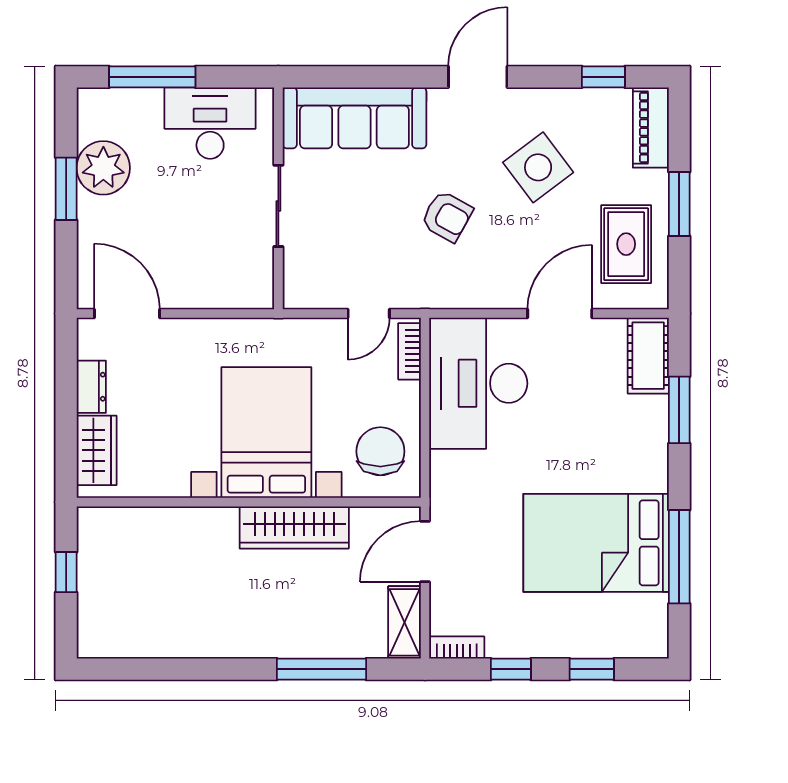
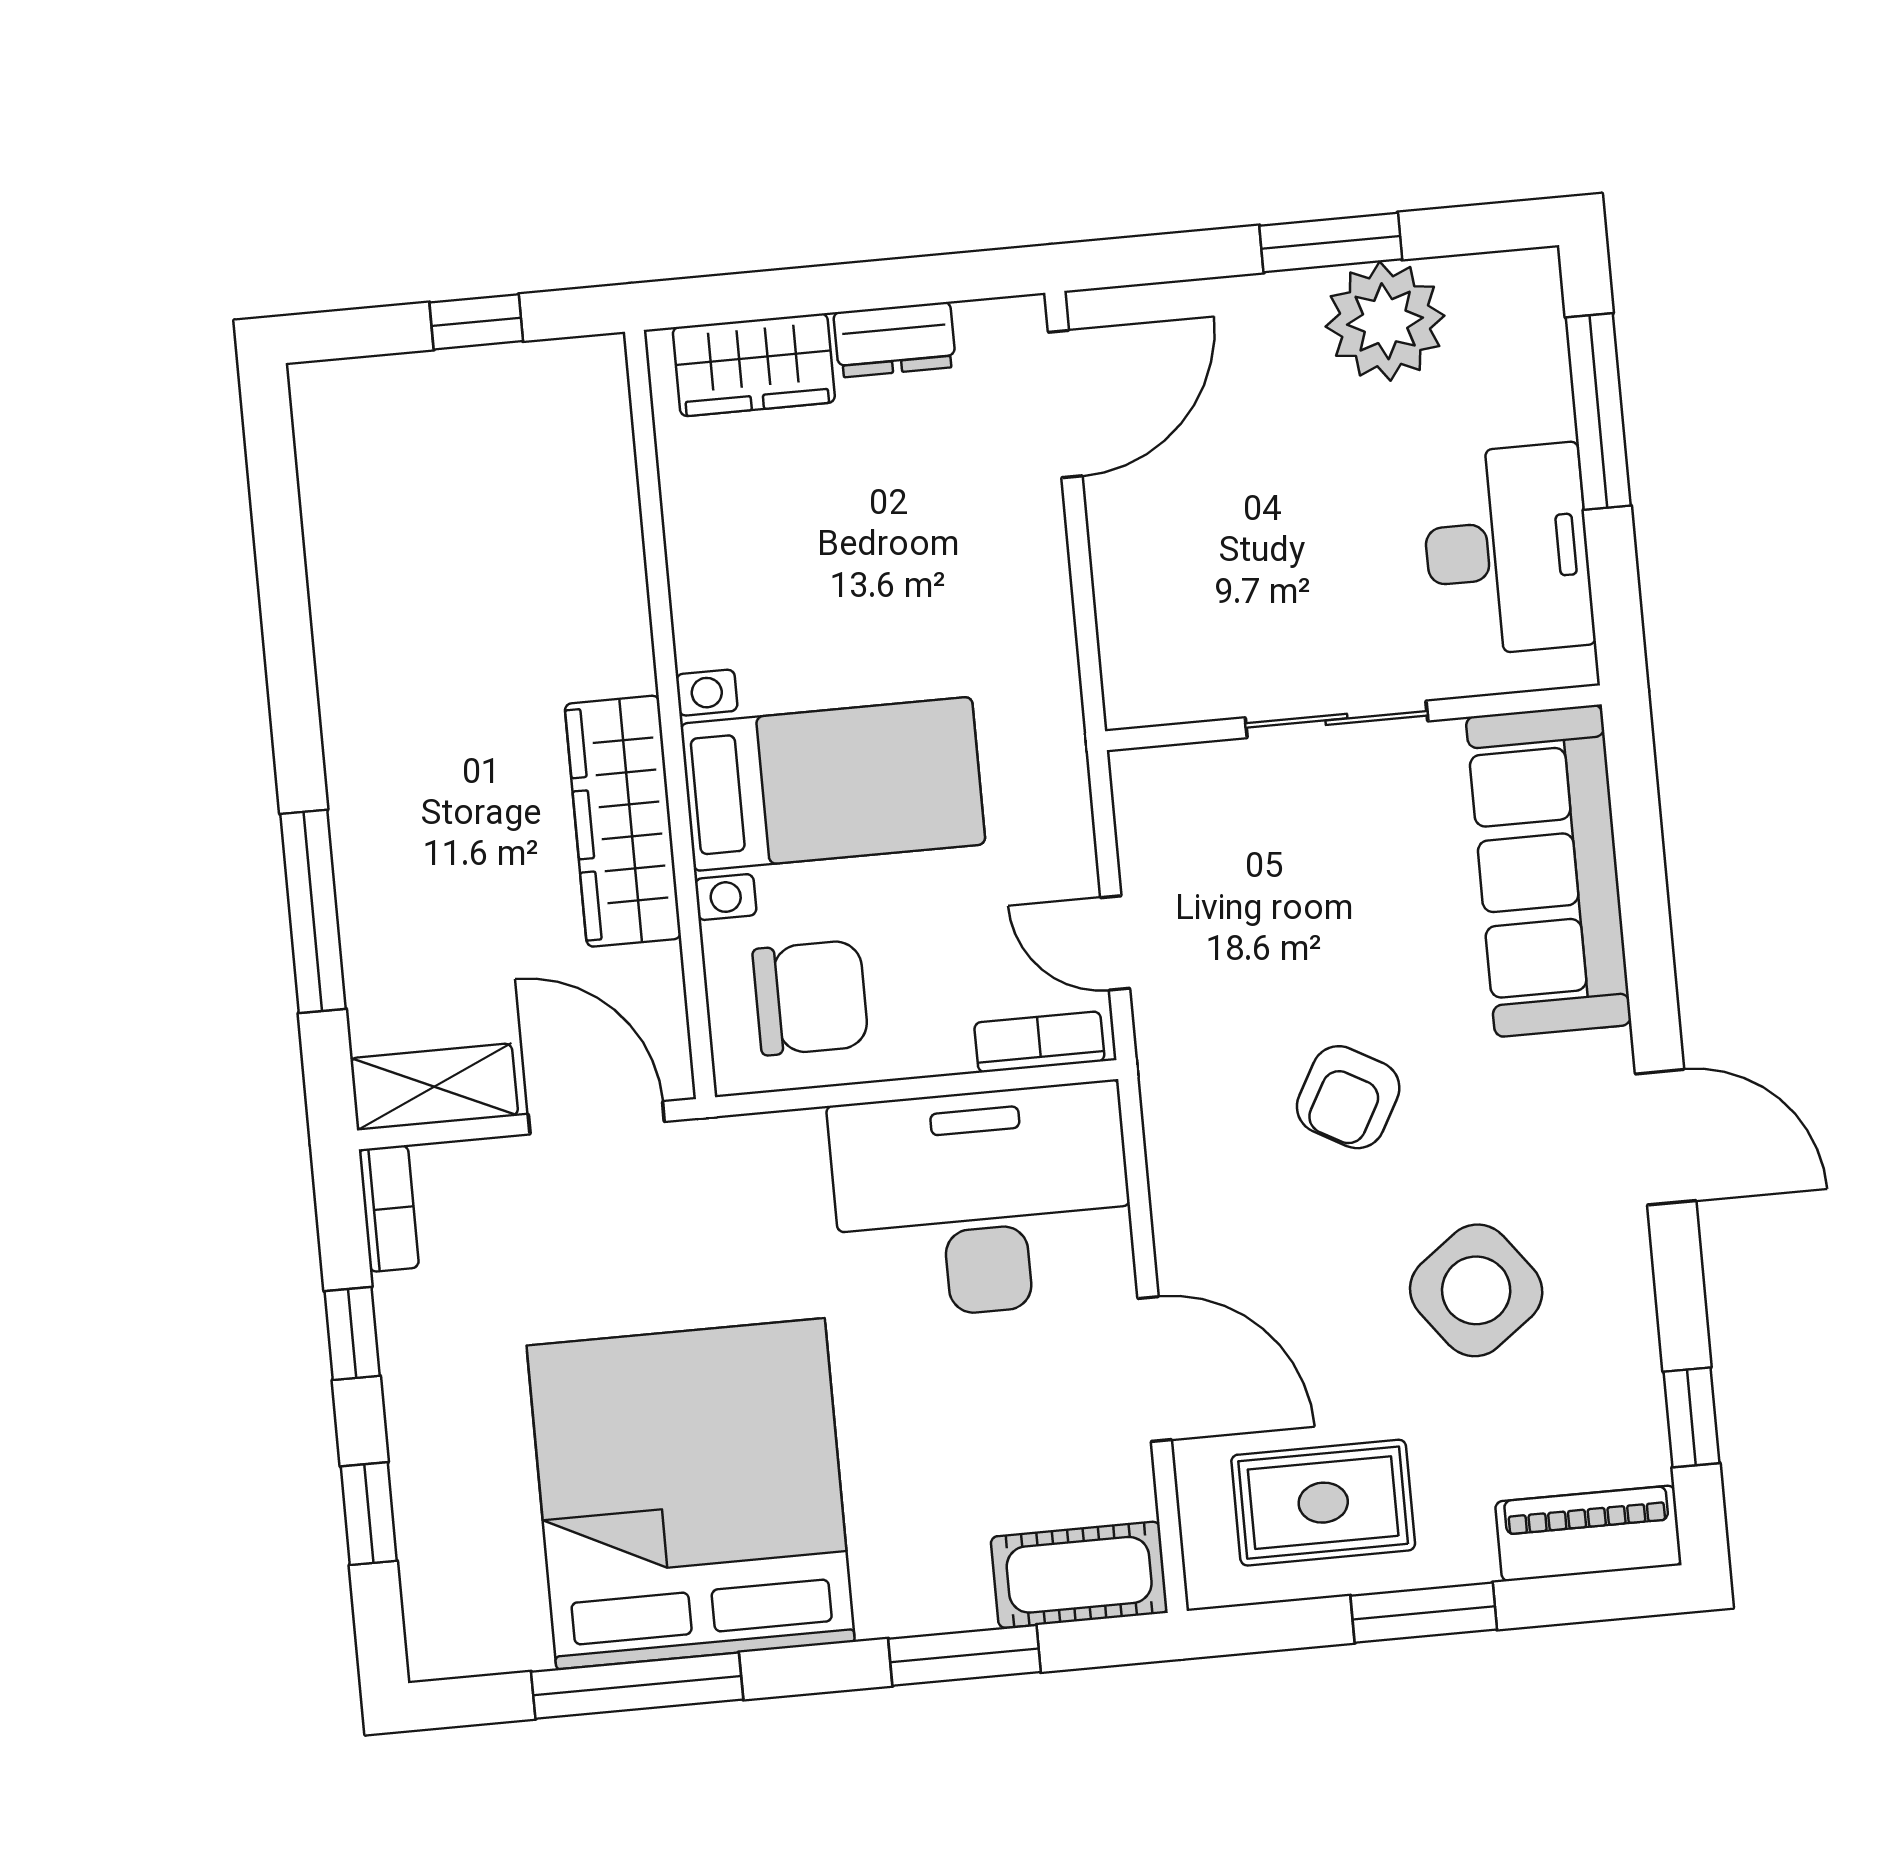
bed with nightstands: (266, 433) -> (833, 784), width x0.73
bed: (596, 543) -> (691, 1494), width x1.36

